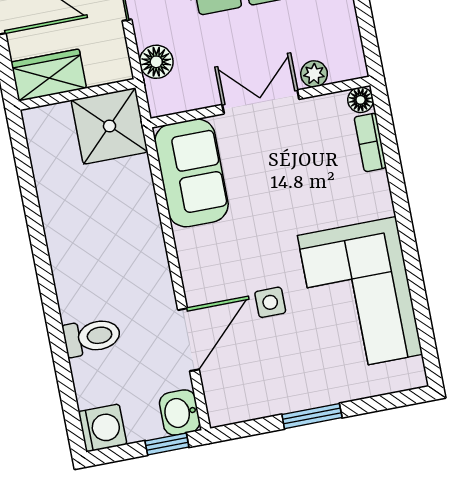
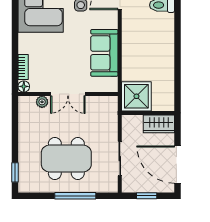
floor lamp: (156, 62) -> (110, 121), removed
sofa: (191, 173) -> (104, 53), moved

